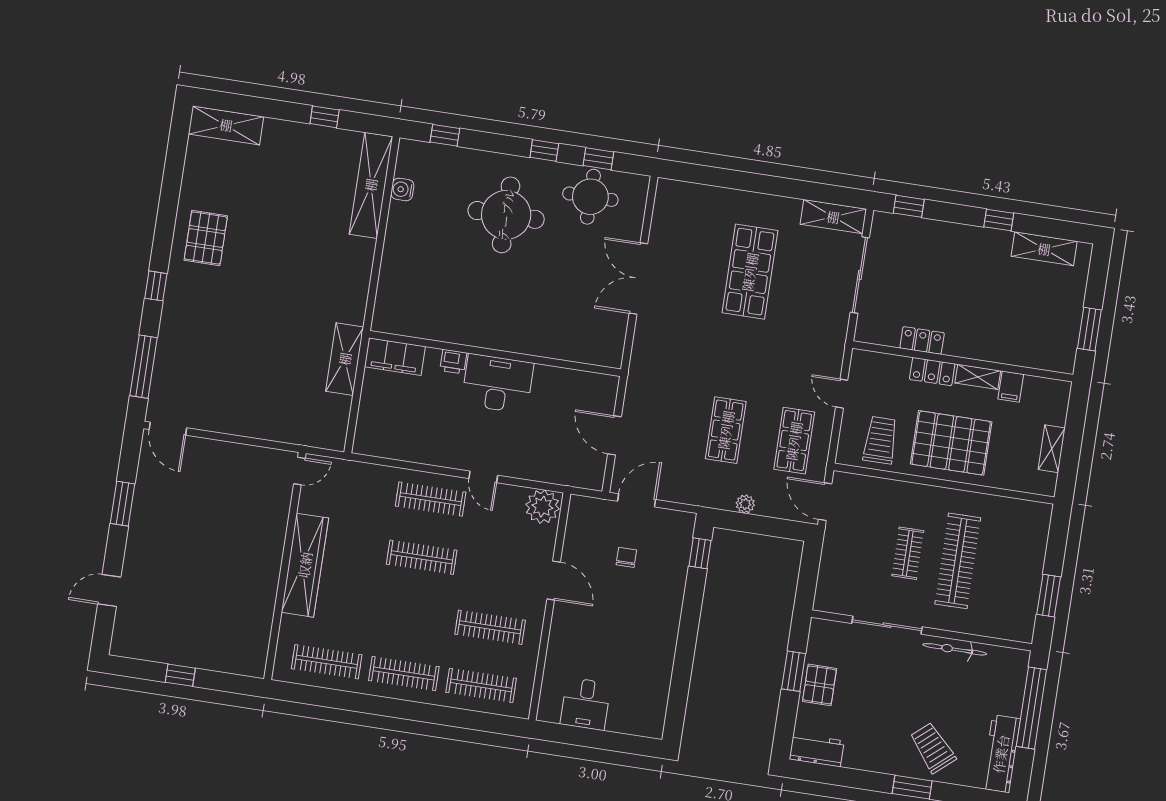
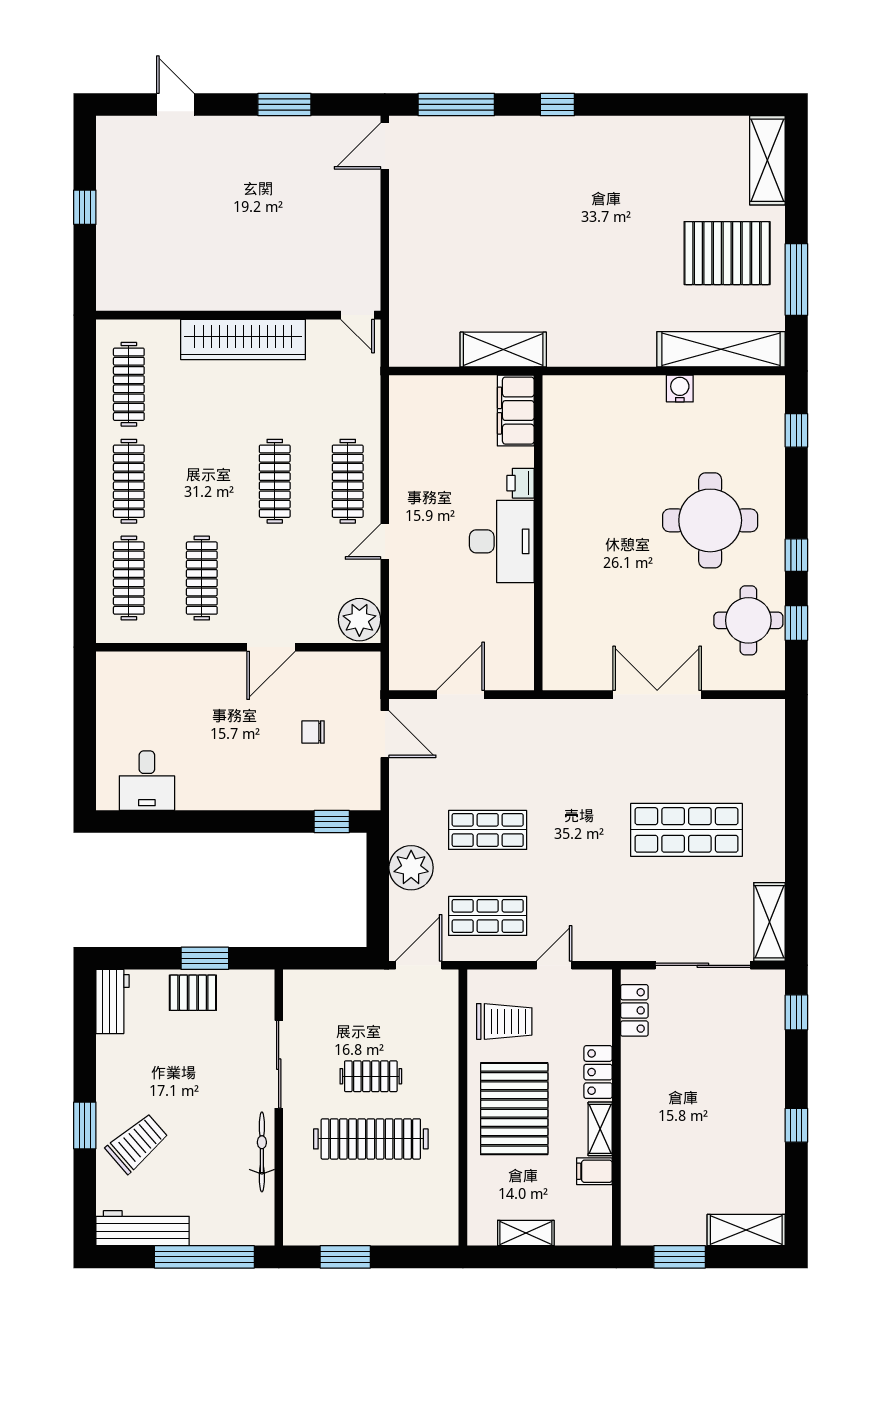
window: (325, 117) -> (796, 279), width x2.17
water cooler: (402, 189) -> (680, 389), moved
pallet: (206, 238) -> (727, 253), moved, width x1.37, depth x1.41
shelving: (1044, 249) -> (746, 1230), moved, turned 90
locker: (922, 340) -> (634, 1010), moved
plant: (745, 504) -> (411, 868), width x1.88, depth x1.88
chair: (626, 557) -> (313, 732), turned 180
desk: (585, 704) -> (147, 781), moved, turned -90

